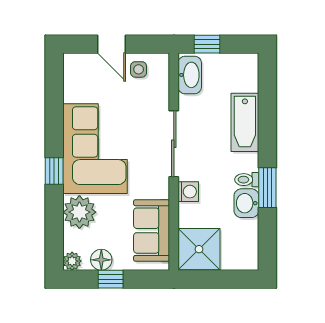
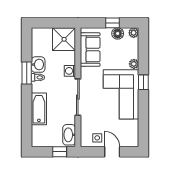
plant: (79, 212) -> (134, 64), width x0.53, depth x0.53

